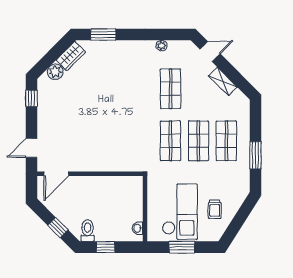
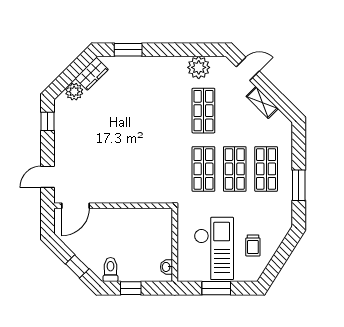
plant: (162, 46) -> (199, 67), width x1.87, depth x1.87

